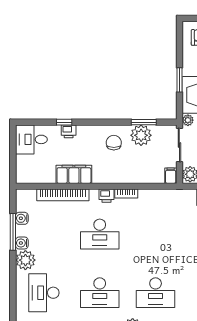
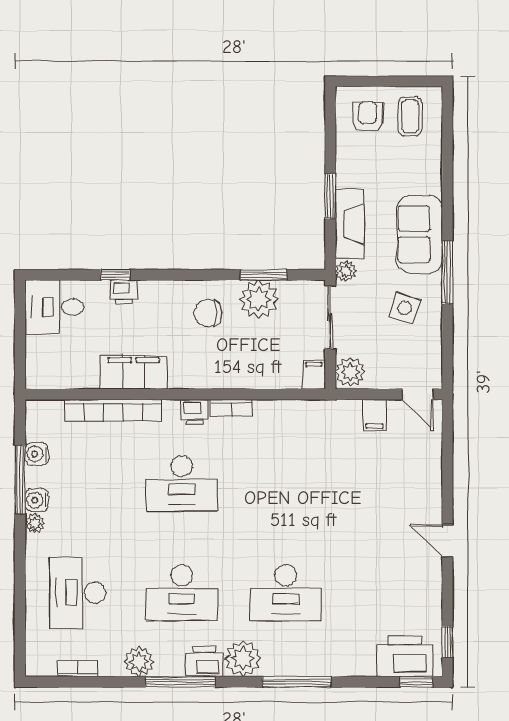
chair: (114, 143) -> (208, 313), turned -90
plant: (25, 260) -> (35, 523), width x0.53, depth x0.53

